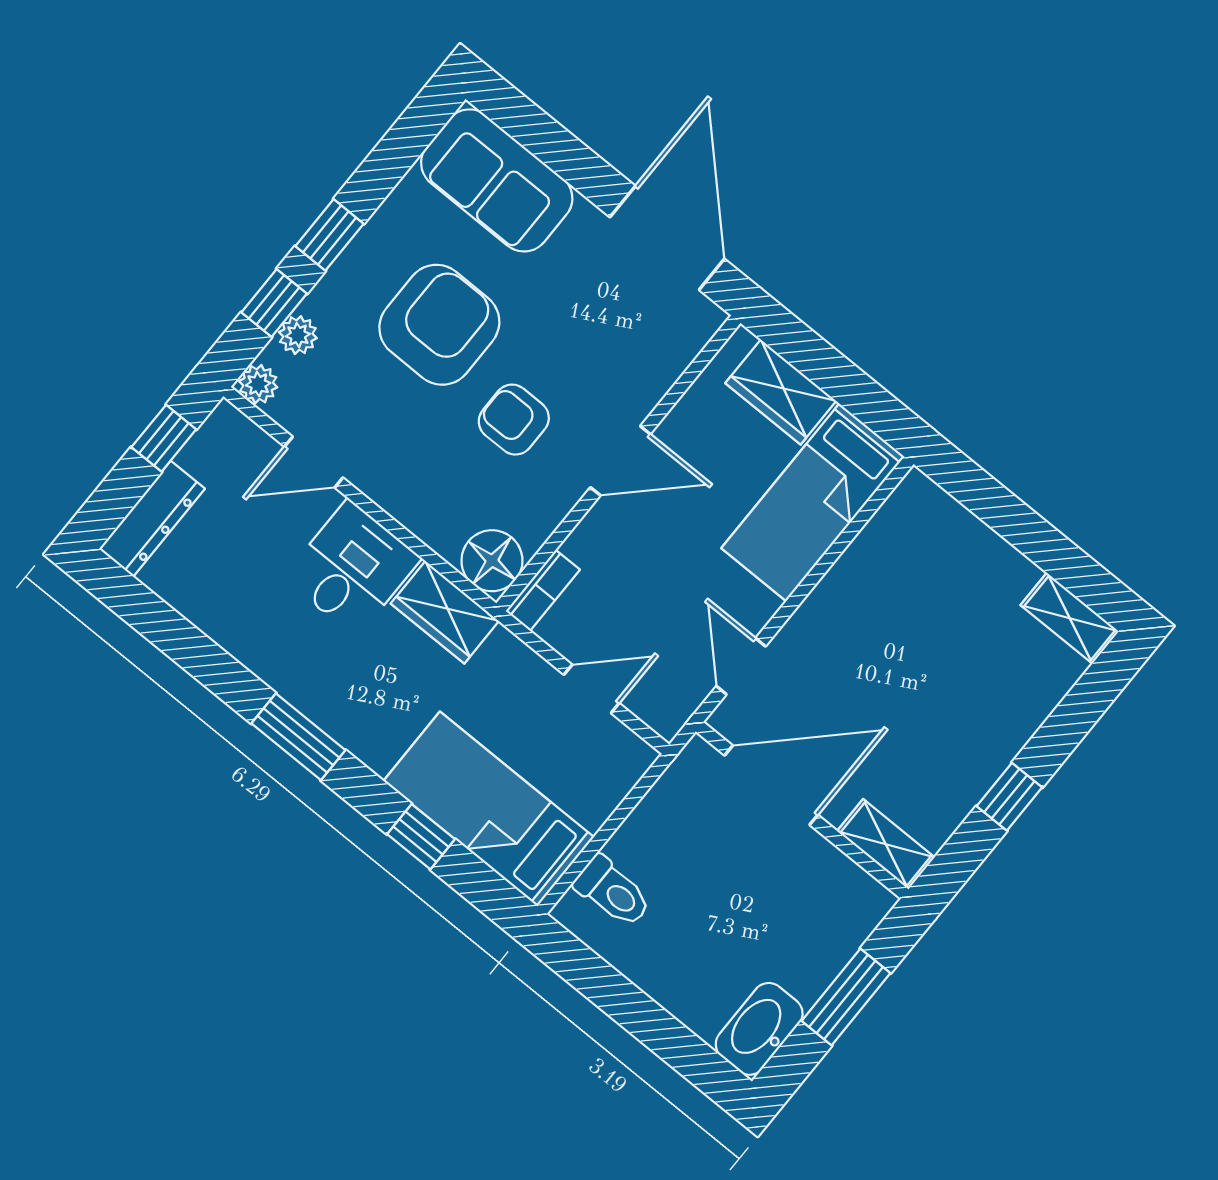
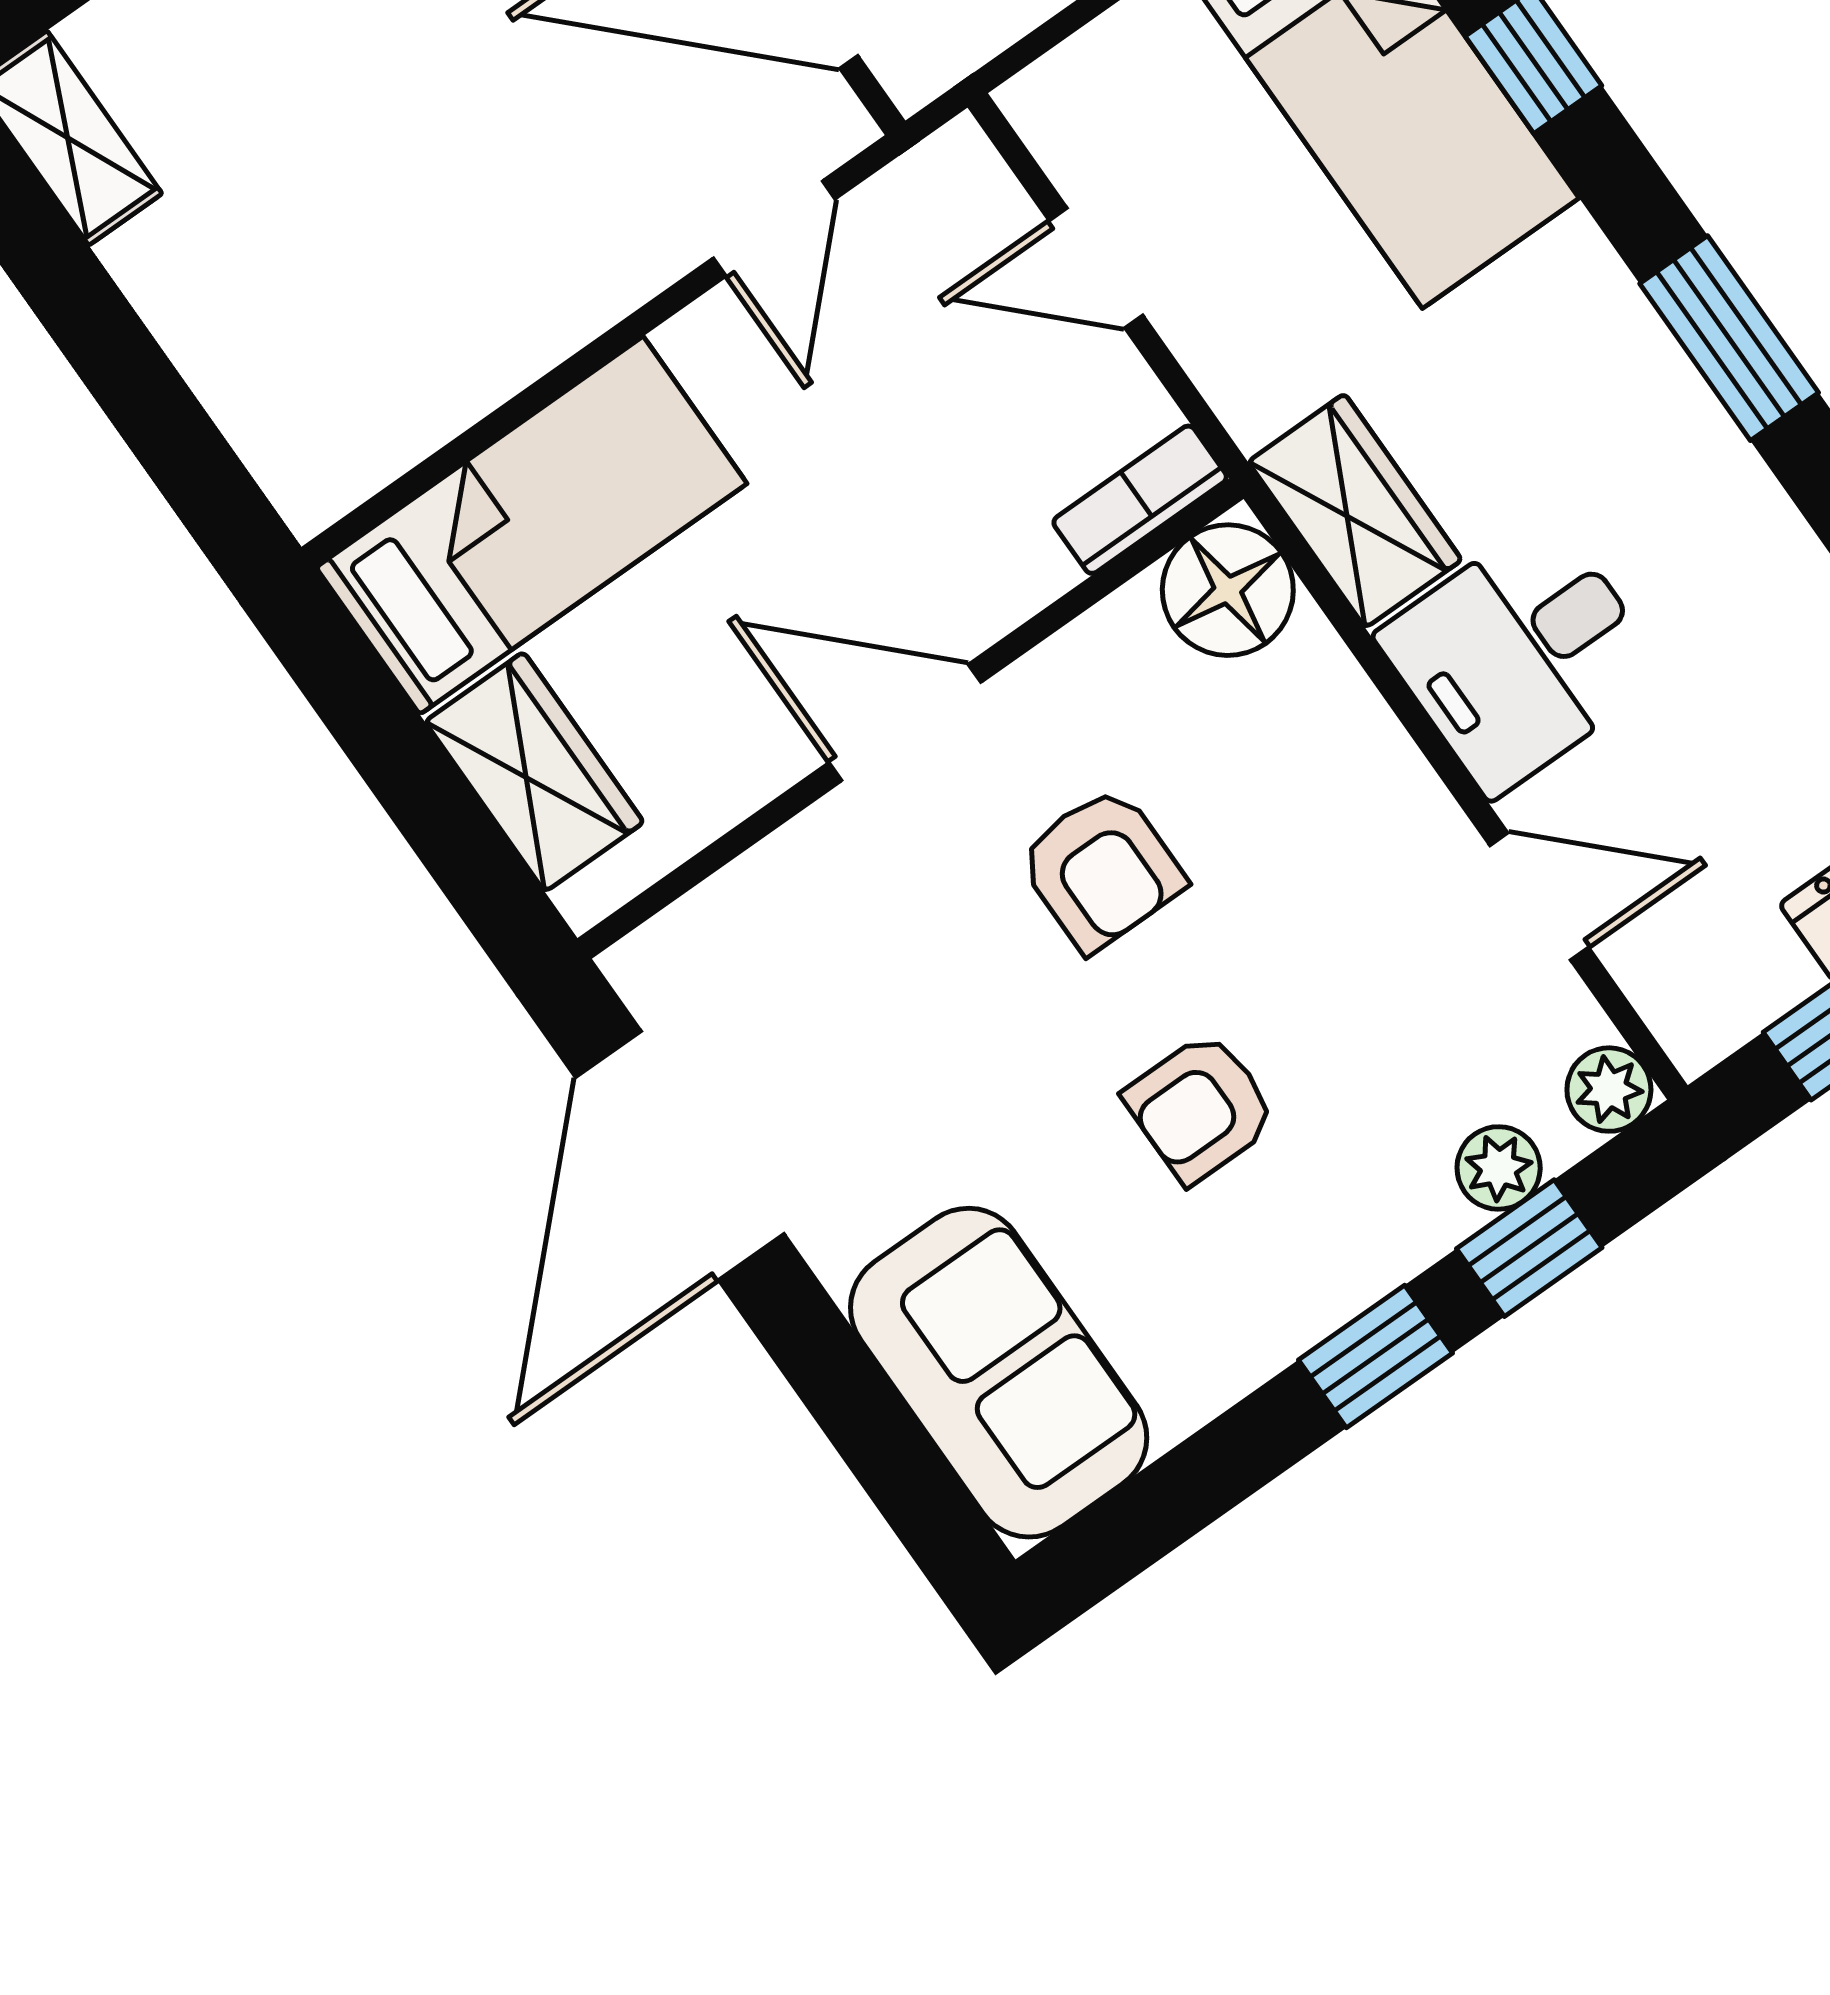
armchair: (439, 325) -> (1200, 1108), width x0.53, depth x0.53

